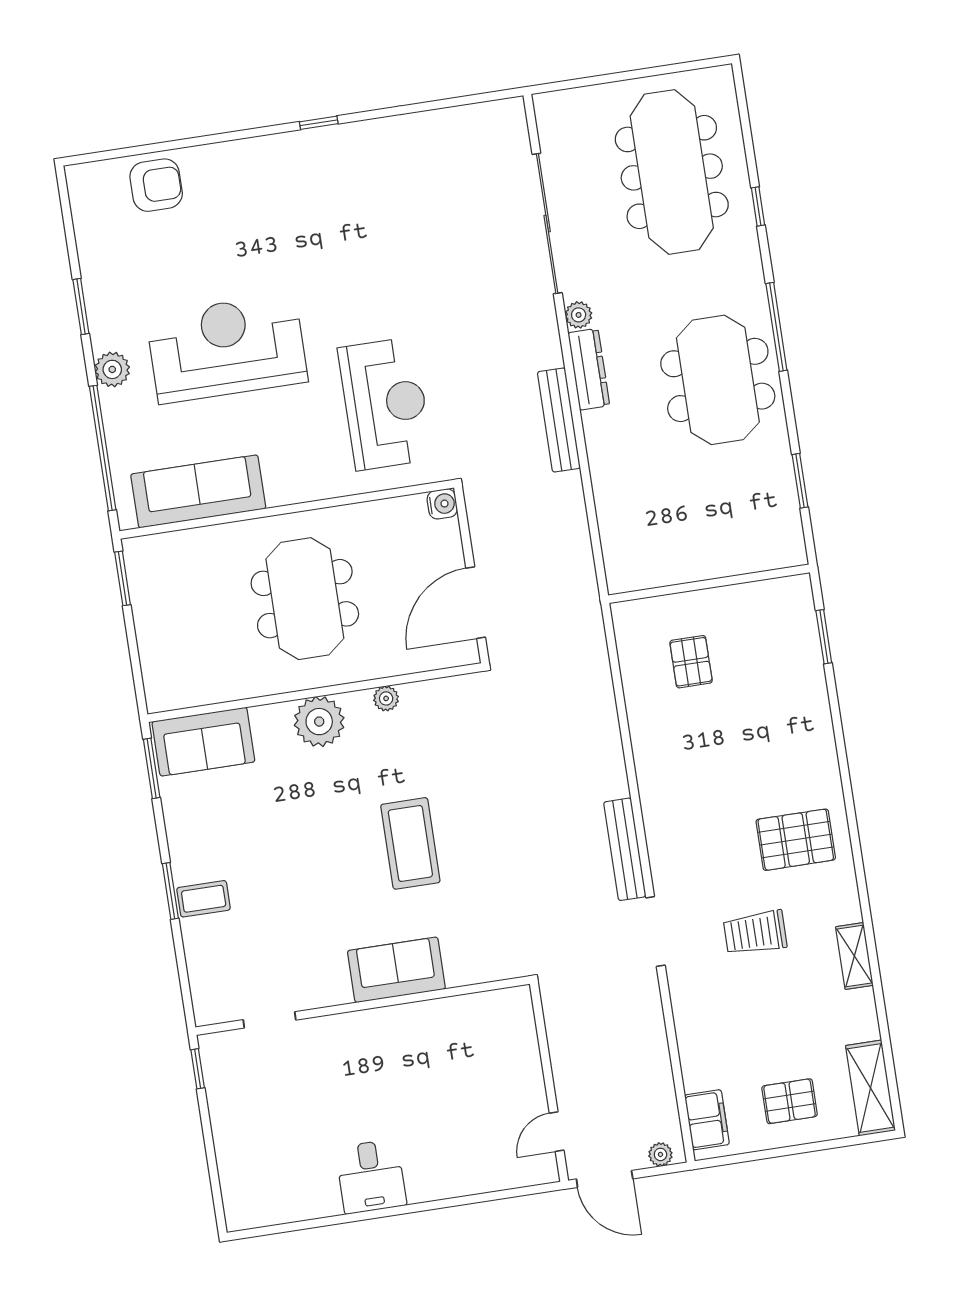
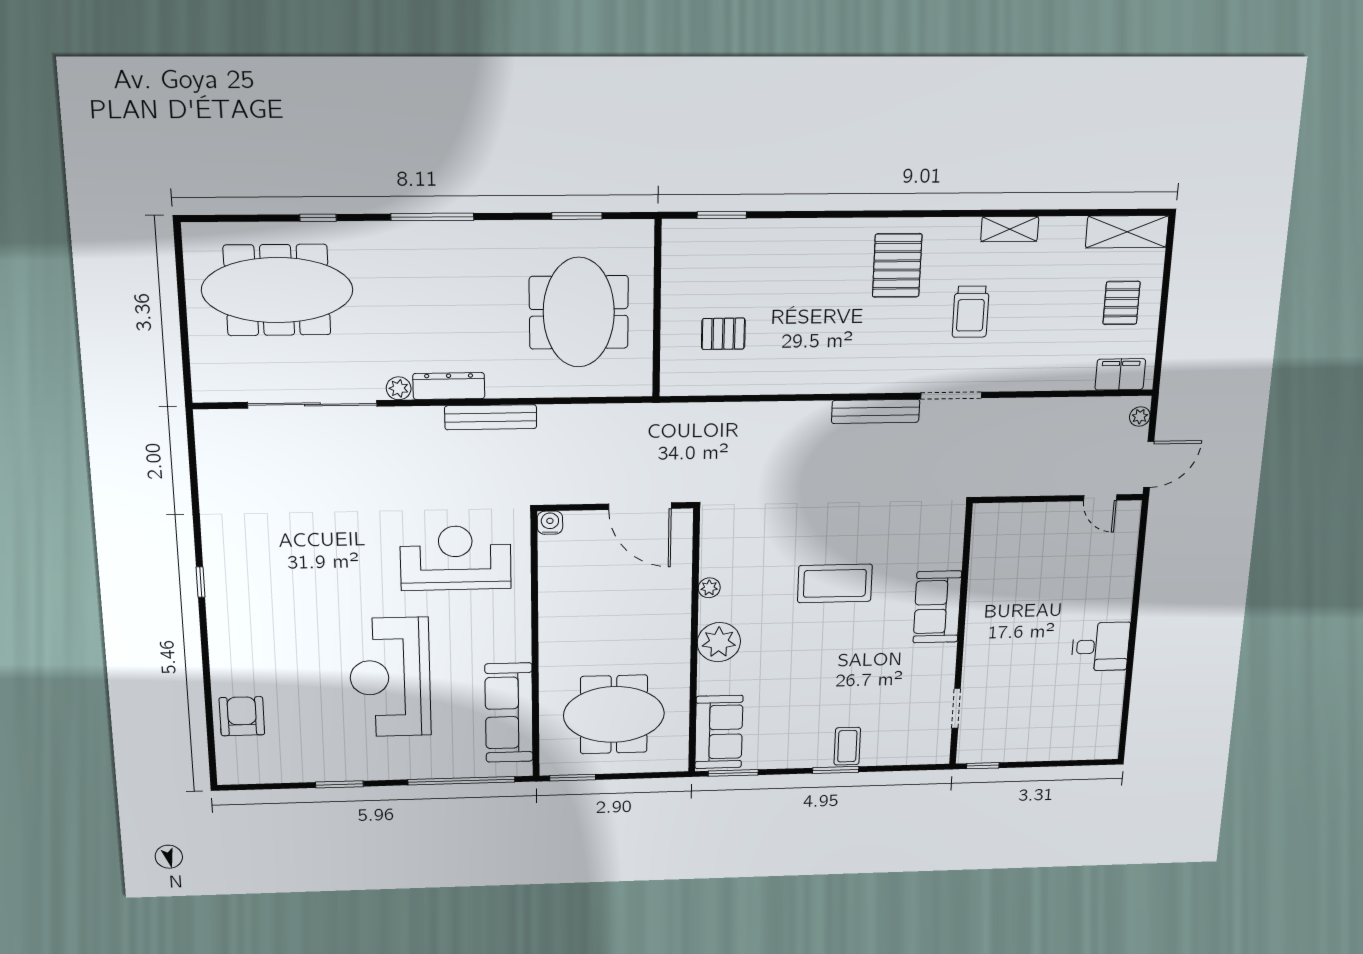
plant: (112, 369) -> (396, 767), removed
meeting table: (718, 380) -> (579, 312), moved, turned 90
meeting table: (305, 599) -> (614, 715), moved

